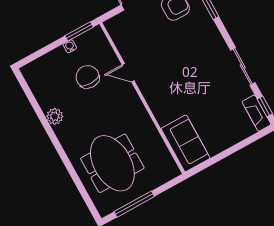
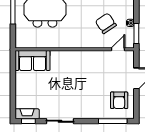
door: (128, 73) -> (118, 49), moved
chair: (88, 77) -> (106, 23), turned -124

